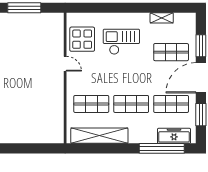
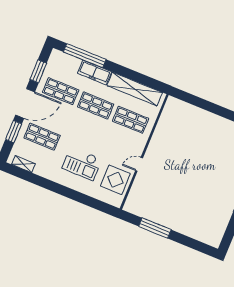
shelving: (162, 18) -> (23, 164), moved
door: (65, 64) -> (139, 164), hinge flipped
freezer: (174, 136) -> (95, 72), moved

